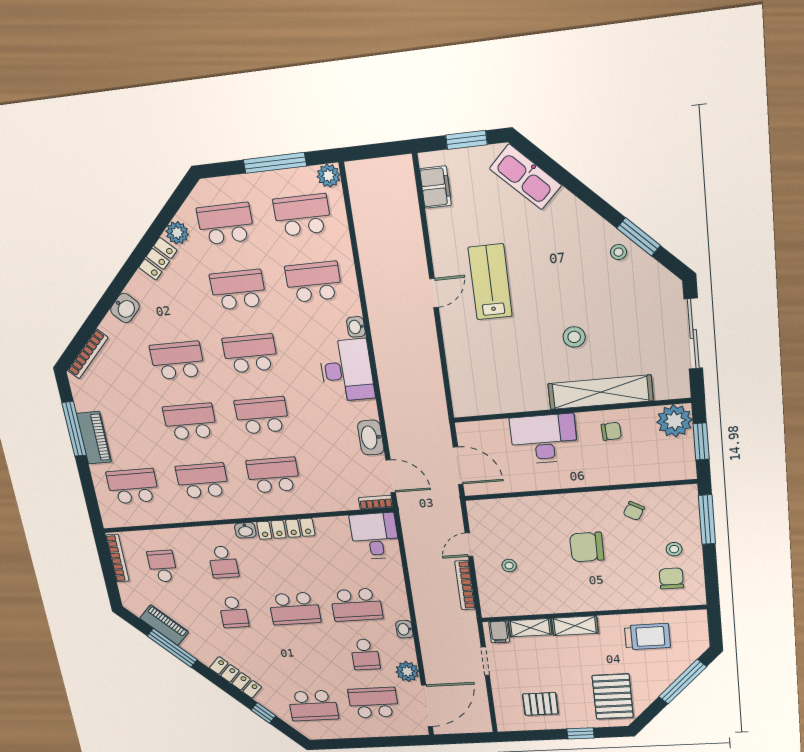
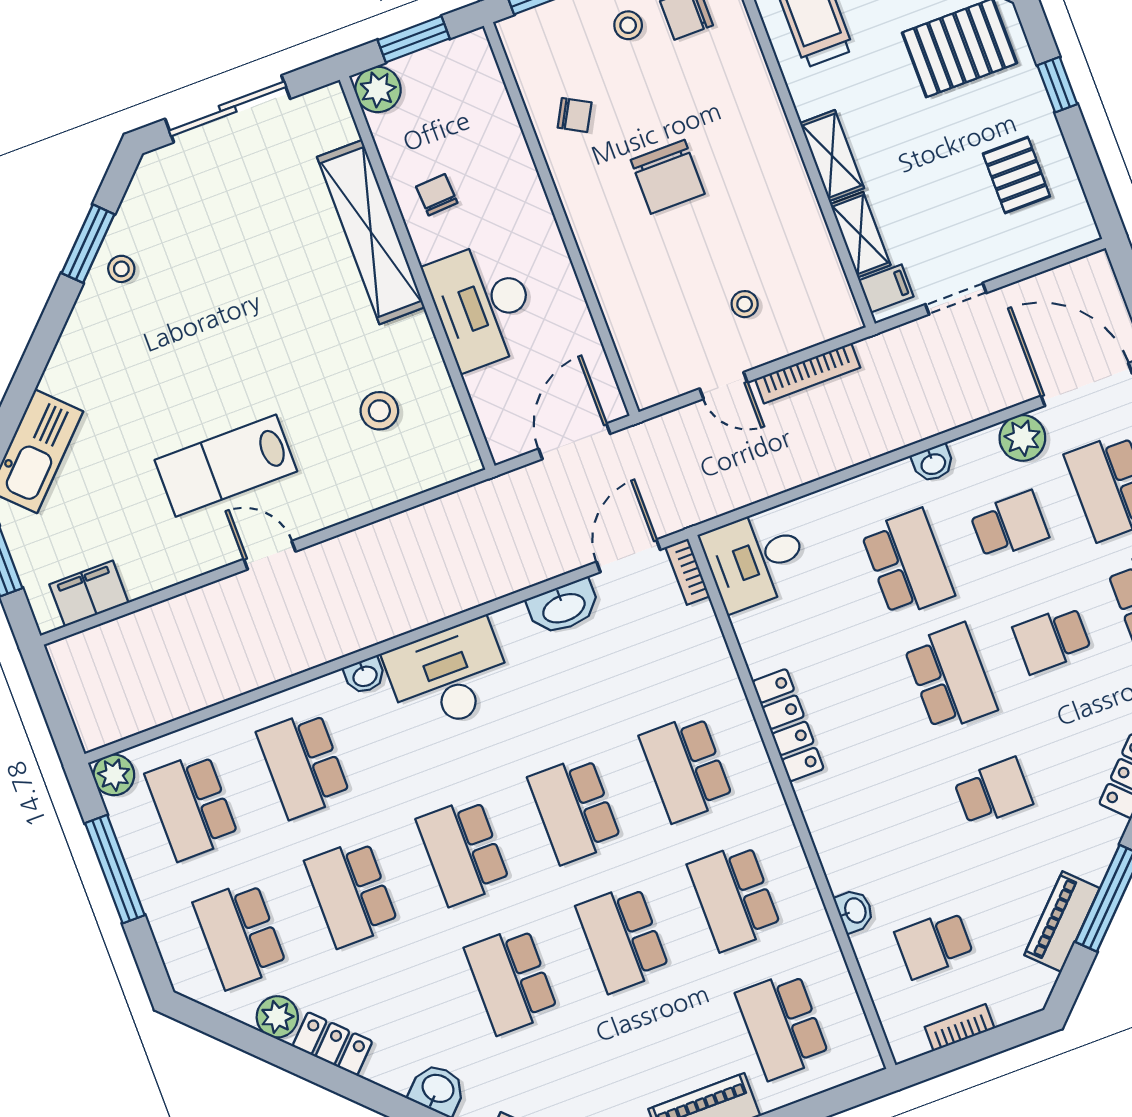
stool: (574, 337) -> (379, 411), moved
plant: (675, 421) -> (378, 89), width x0.73, depth x0.73
washbasin: (245, 530) -> (854, 911), moved
bookcase: (117, 558) -> (960, 1028), width x0.64
school desk: (223, 562) -> (1052, 639), moved, turned 180

